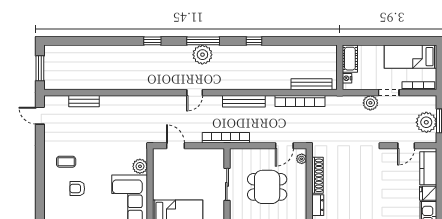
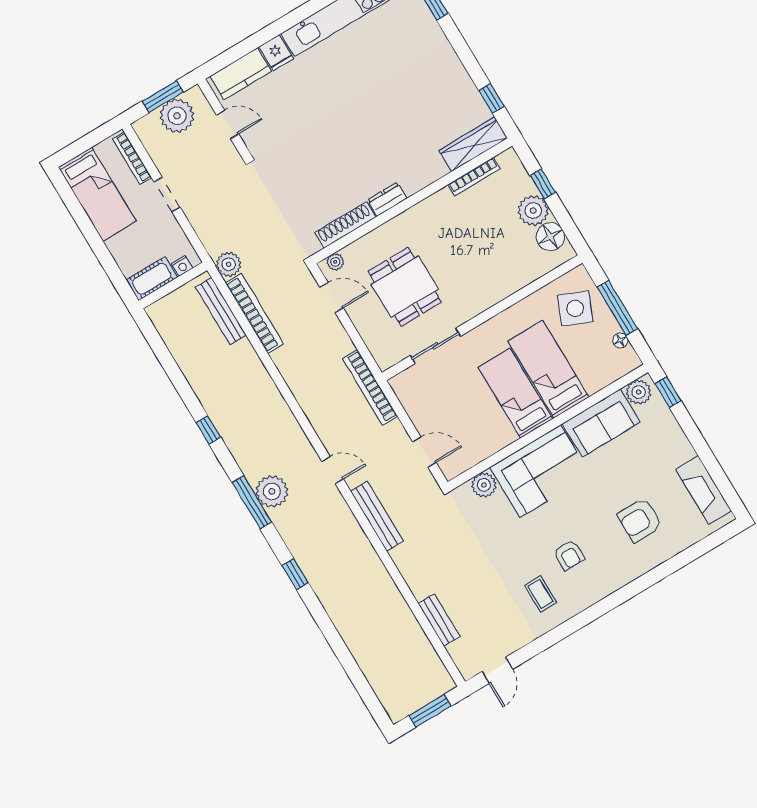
bench: (244, 101) -> (377, 516), moved
plant: (370, 103) -> (229, 264), moved
door: (175, 146) -> (424, 452), swing flipped

